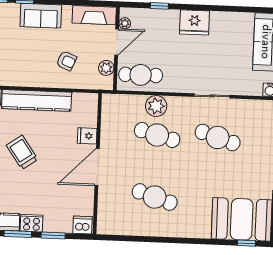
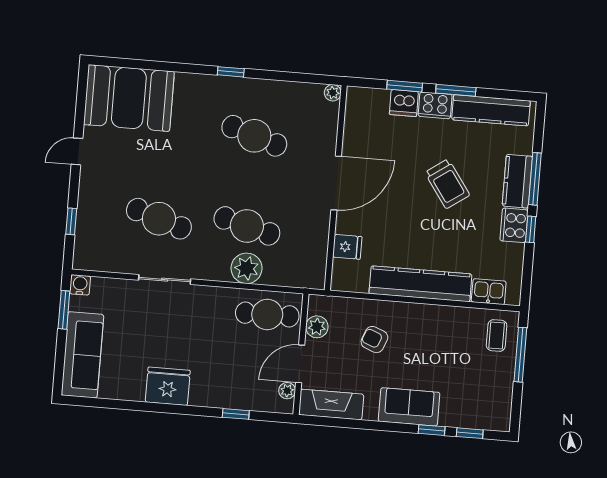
fridge: (194, 22) -> (168, 386), moved
fridge: (87, 136) -> (347, 247), moved
trolley: (22, 152) -> (447, 184), moved
dishwasher: (83, 225) -> (404, 103), moved
plant: (102, 229) -> (333, 93), added
window: (246, 243) -> (231, 72), moved

